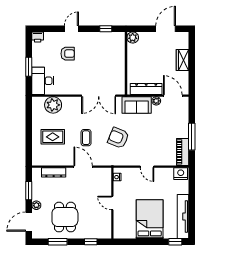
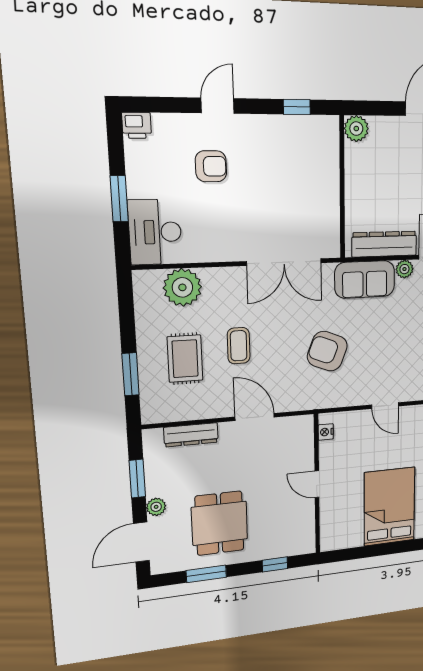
rug: (53, 137) -> (185, 359), turned 90
coffee table: (86, 138) -> (239, 346), moved
window: (29, 142) -> (131, 374), added

